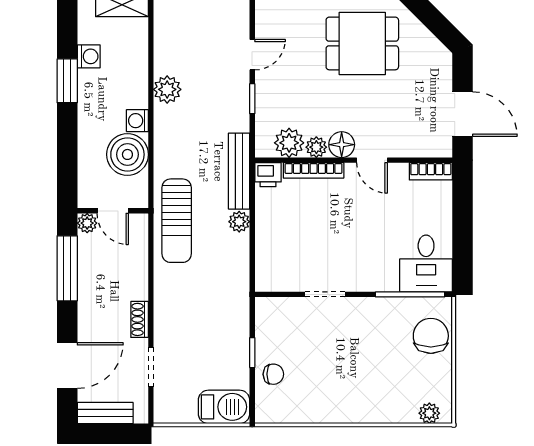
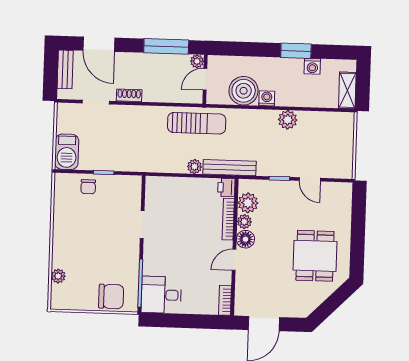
sun lounger: (177, 221) -> (197, 123), turned 180
plant: (429, 413) -> (58, 276), moved

